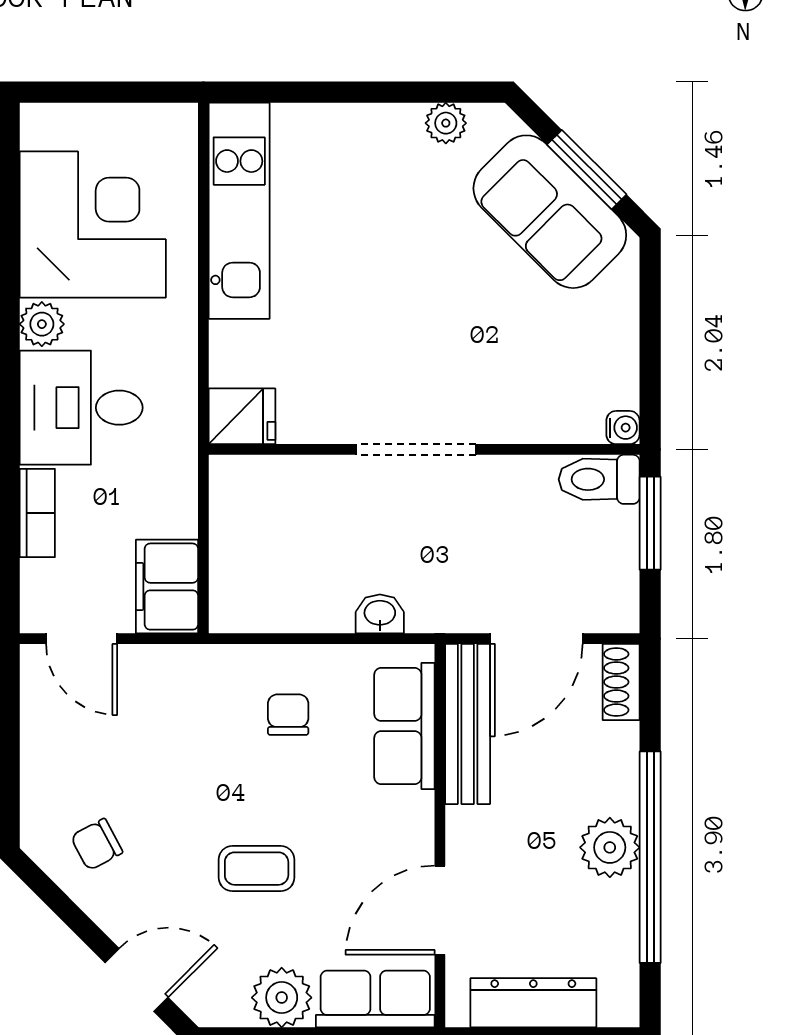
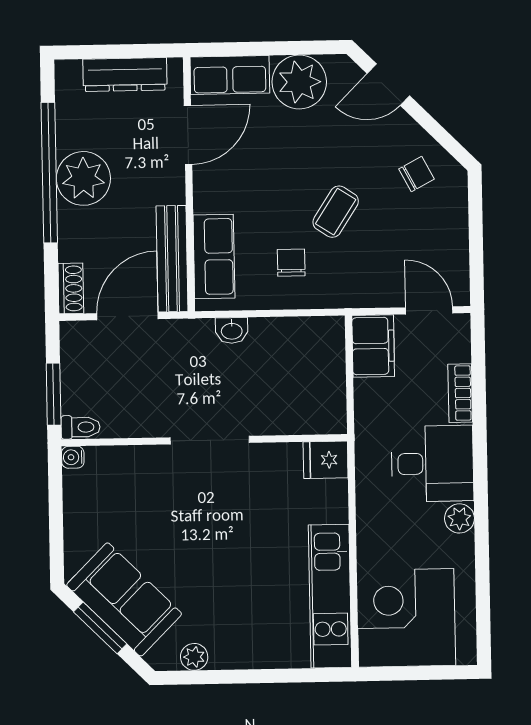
corner desk: (93, 225) -> (406, 618), moved, turned 90
toilet: (599, 479) -> (81, 427), width x0.73, depth x0.72
chair: (288, 715) -> (291, 263), turned 180
plant: (610, 847) -> (83, 178), width x1.36, depth x1.36
coffee table: (257, 869) -> (336, 212), moved, turned -57
plant: (282, 998) -> (299, 82), width x1.36, depth x1.36

